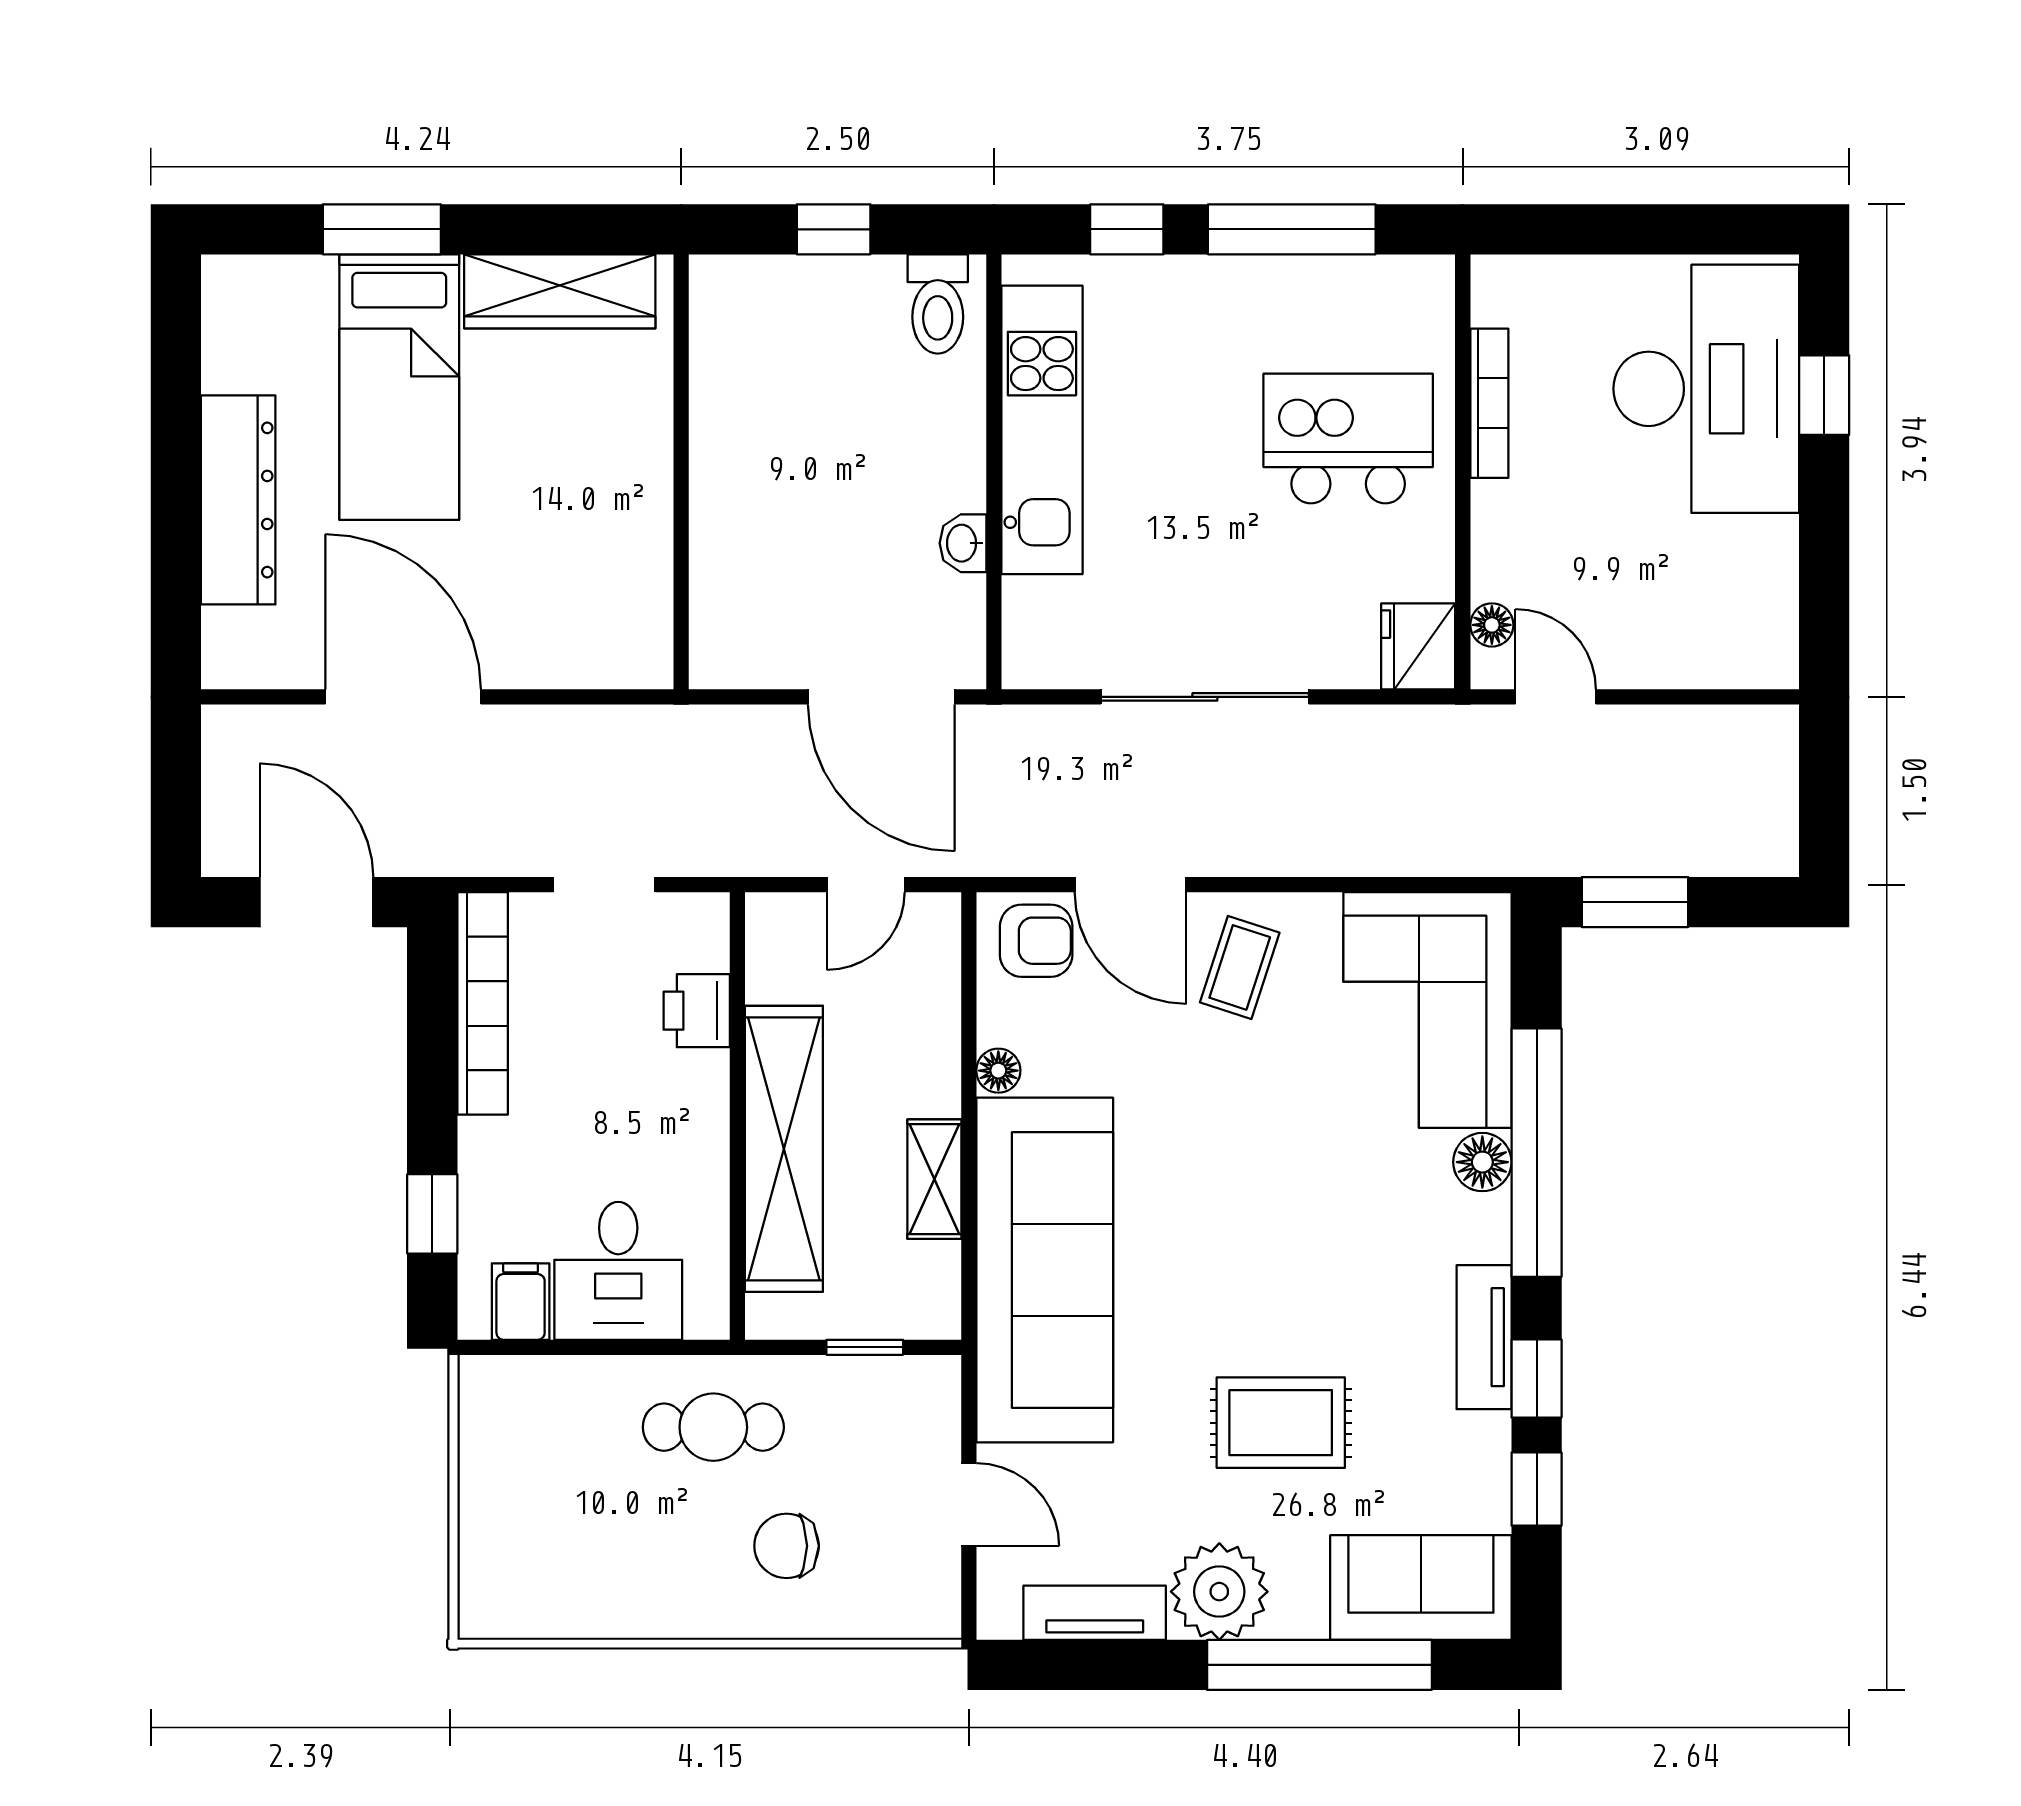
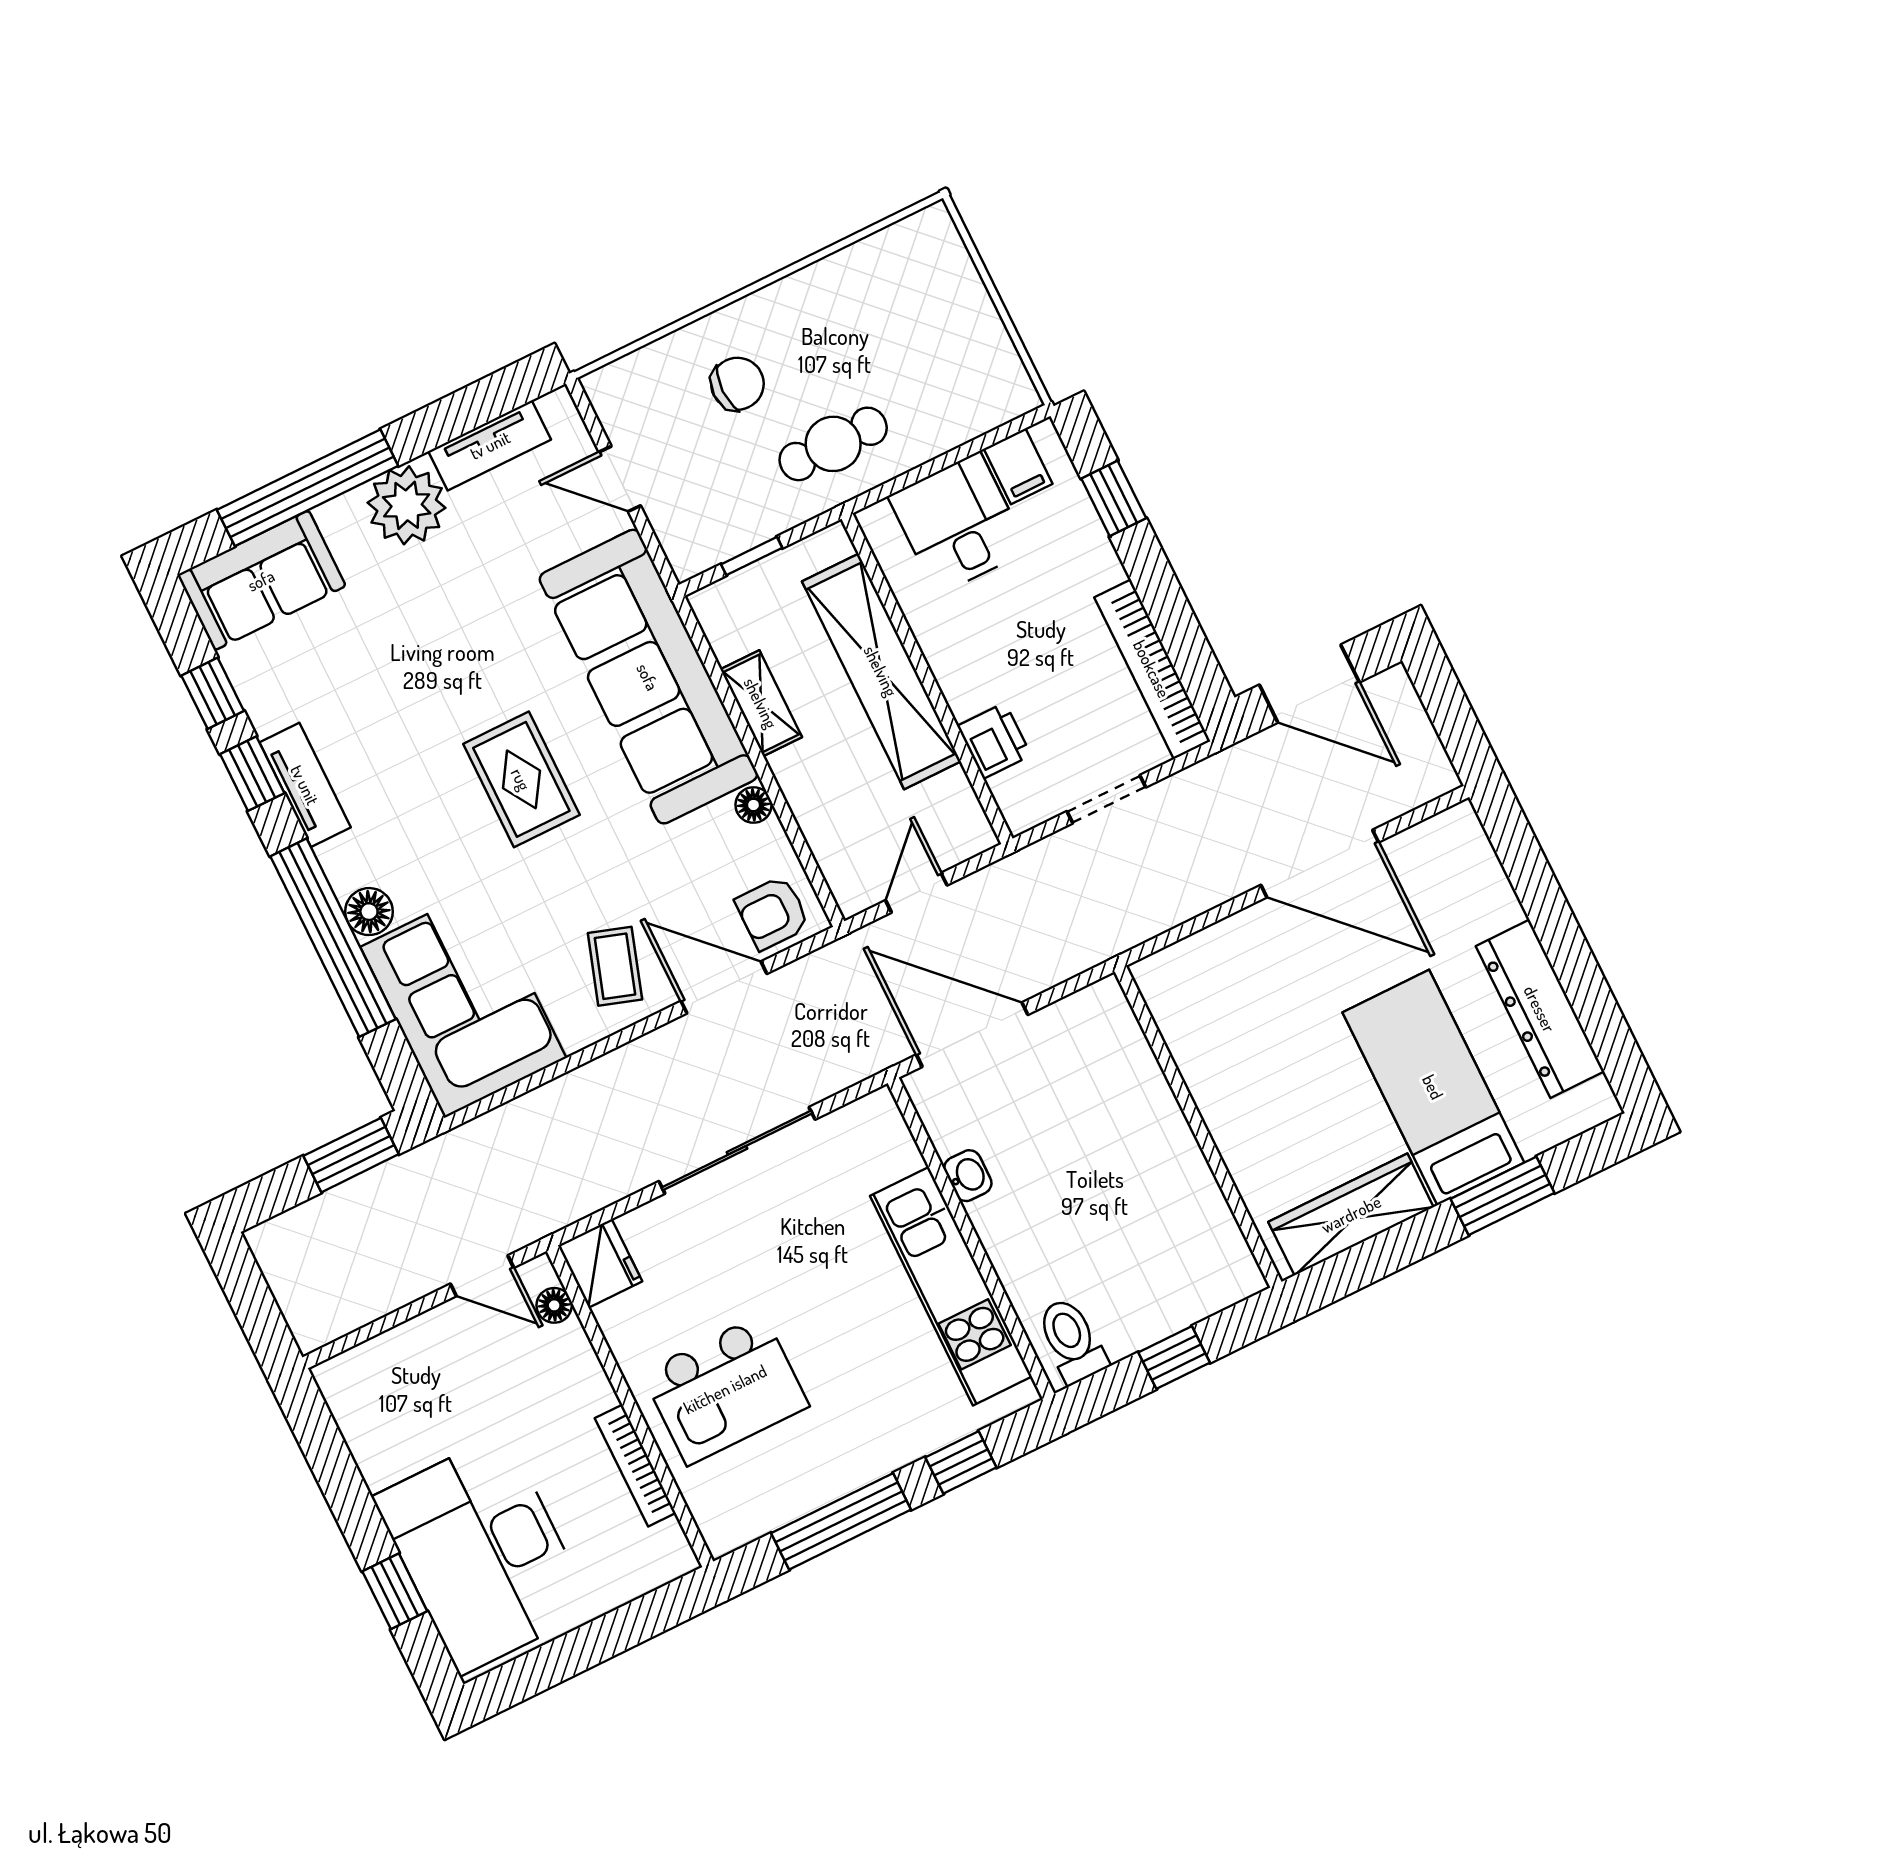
dresser: (238, 500) -> (1540, 1009), moved
rug: (1281, 1423) -> (521, 779), moved, turned 90

